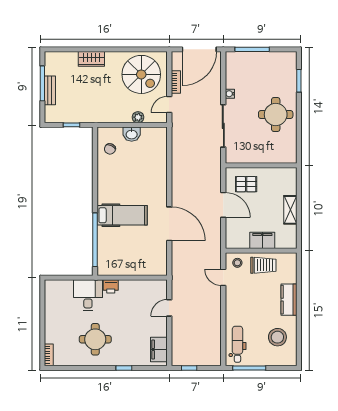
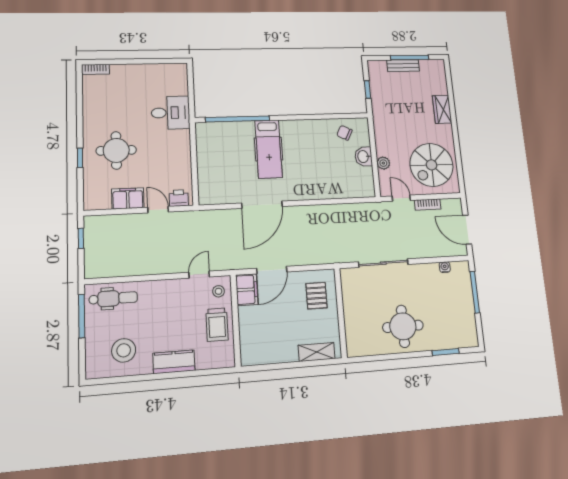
door: (199, 49) -> (467, 230), width x0.73
water cooler: (230, 94) -> (445, 267), moved
door: (223, 205) -> (272, 270), moved
shelving: (290, 210) -> (317, 352), moved
filing cabinet: (262, 240) -> (247, 290), moved
printer: (111, 286) -> (179, 198), moved, turned 90
round table: (95, 339) -> (116, 150), moved
filing cabinet: (159, 350) -> (128, 198), moved

